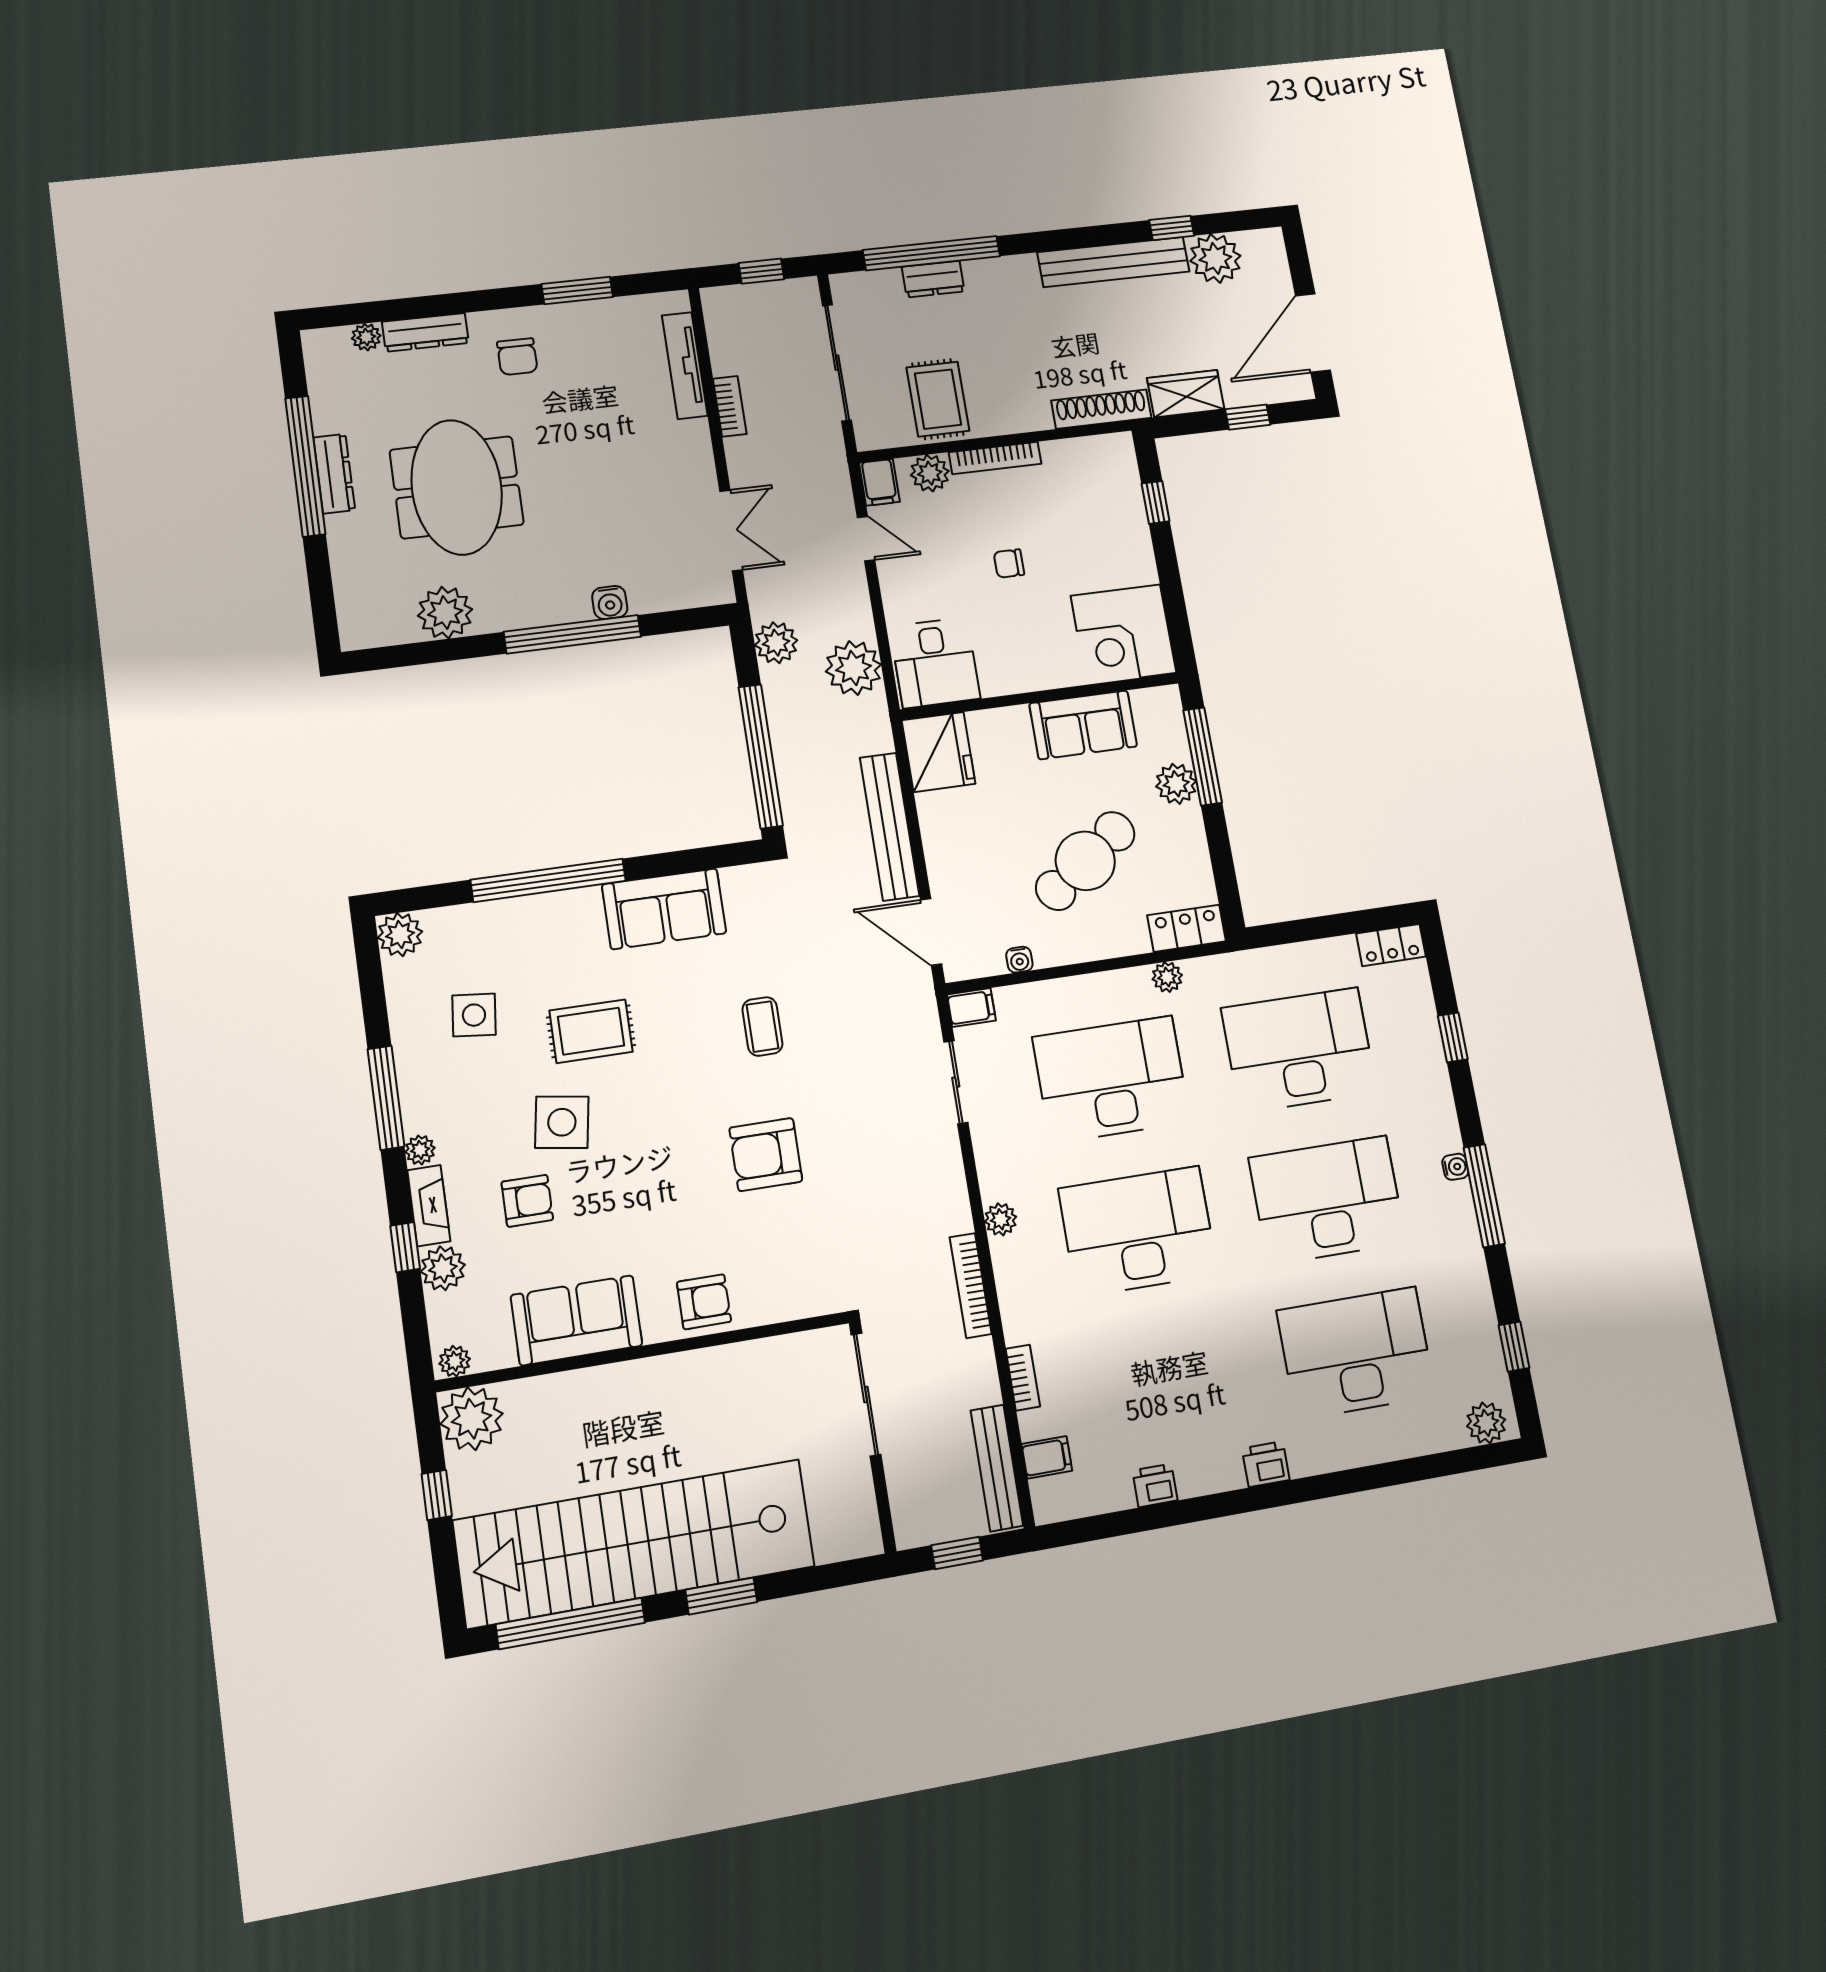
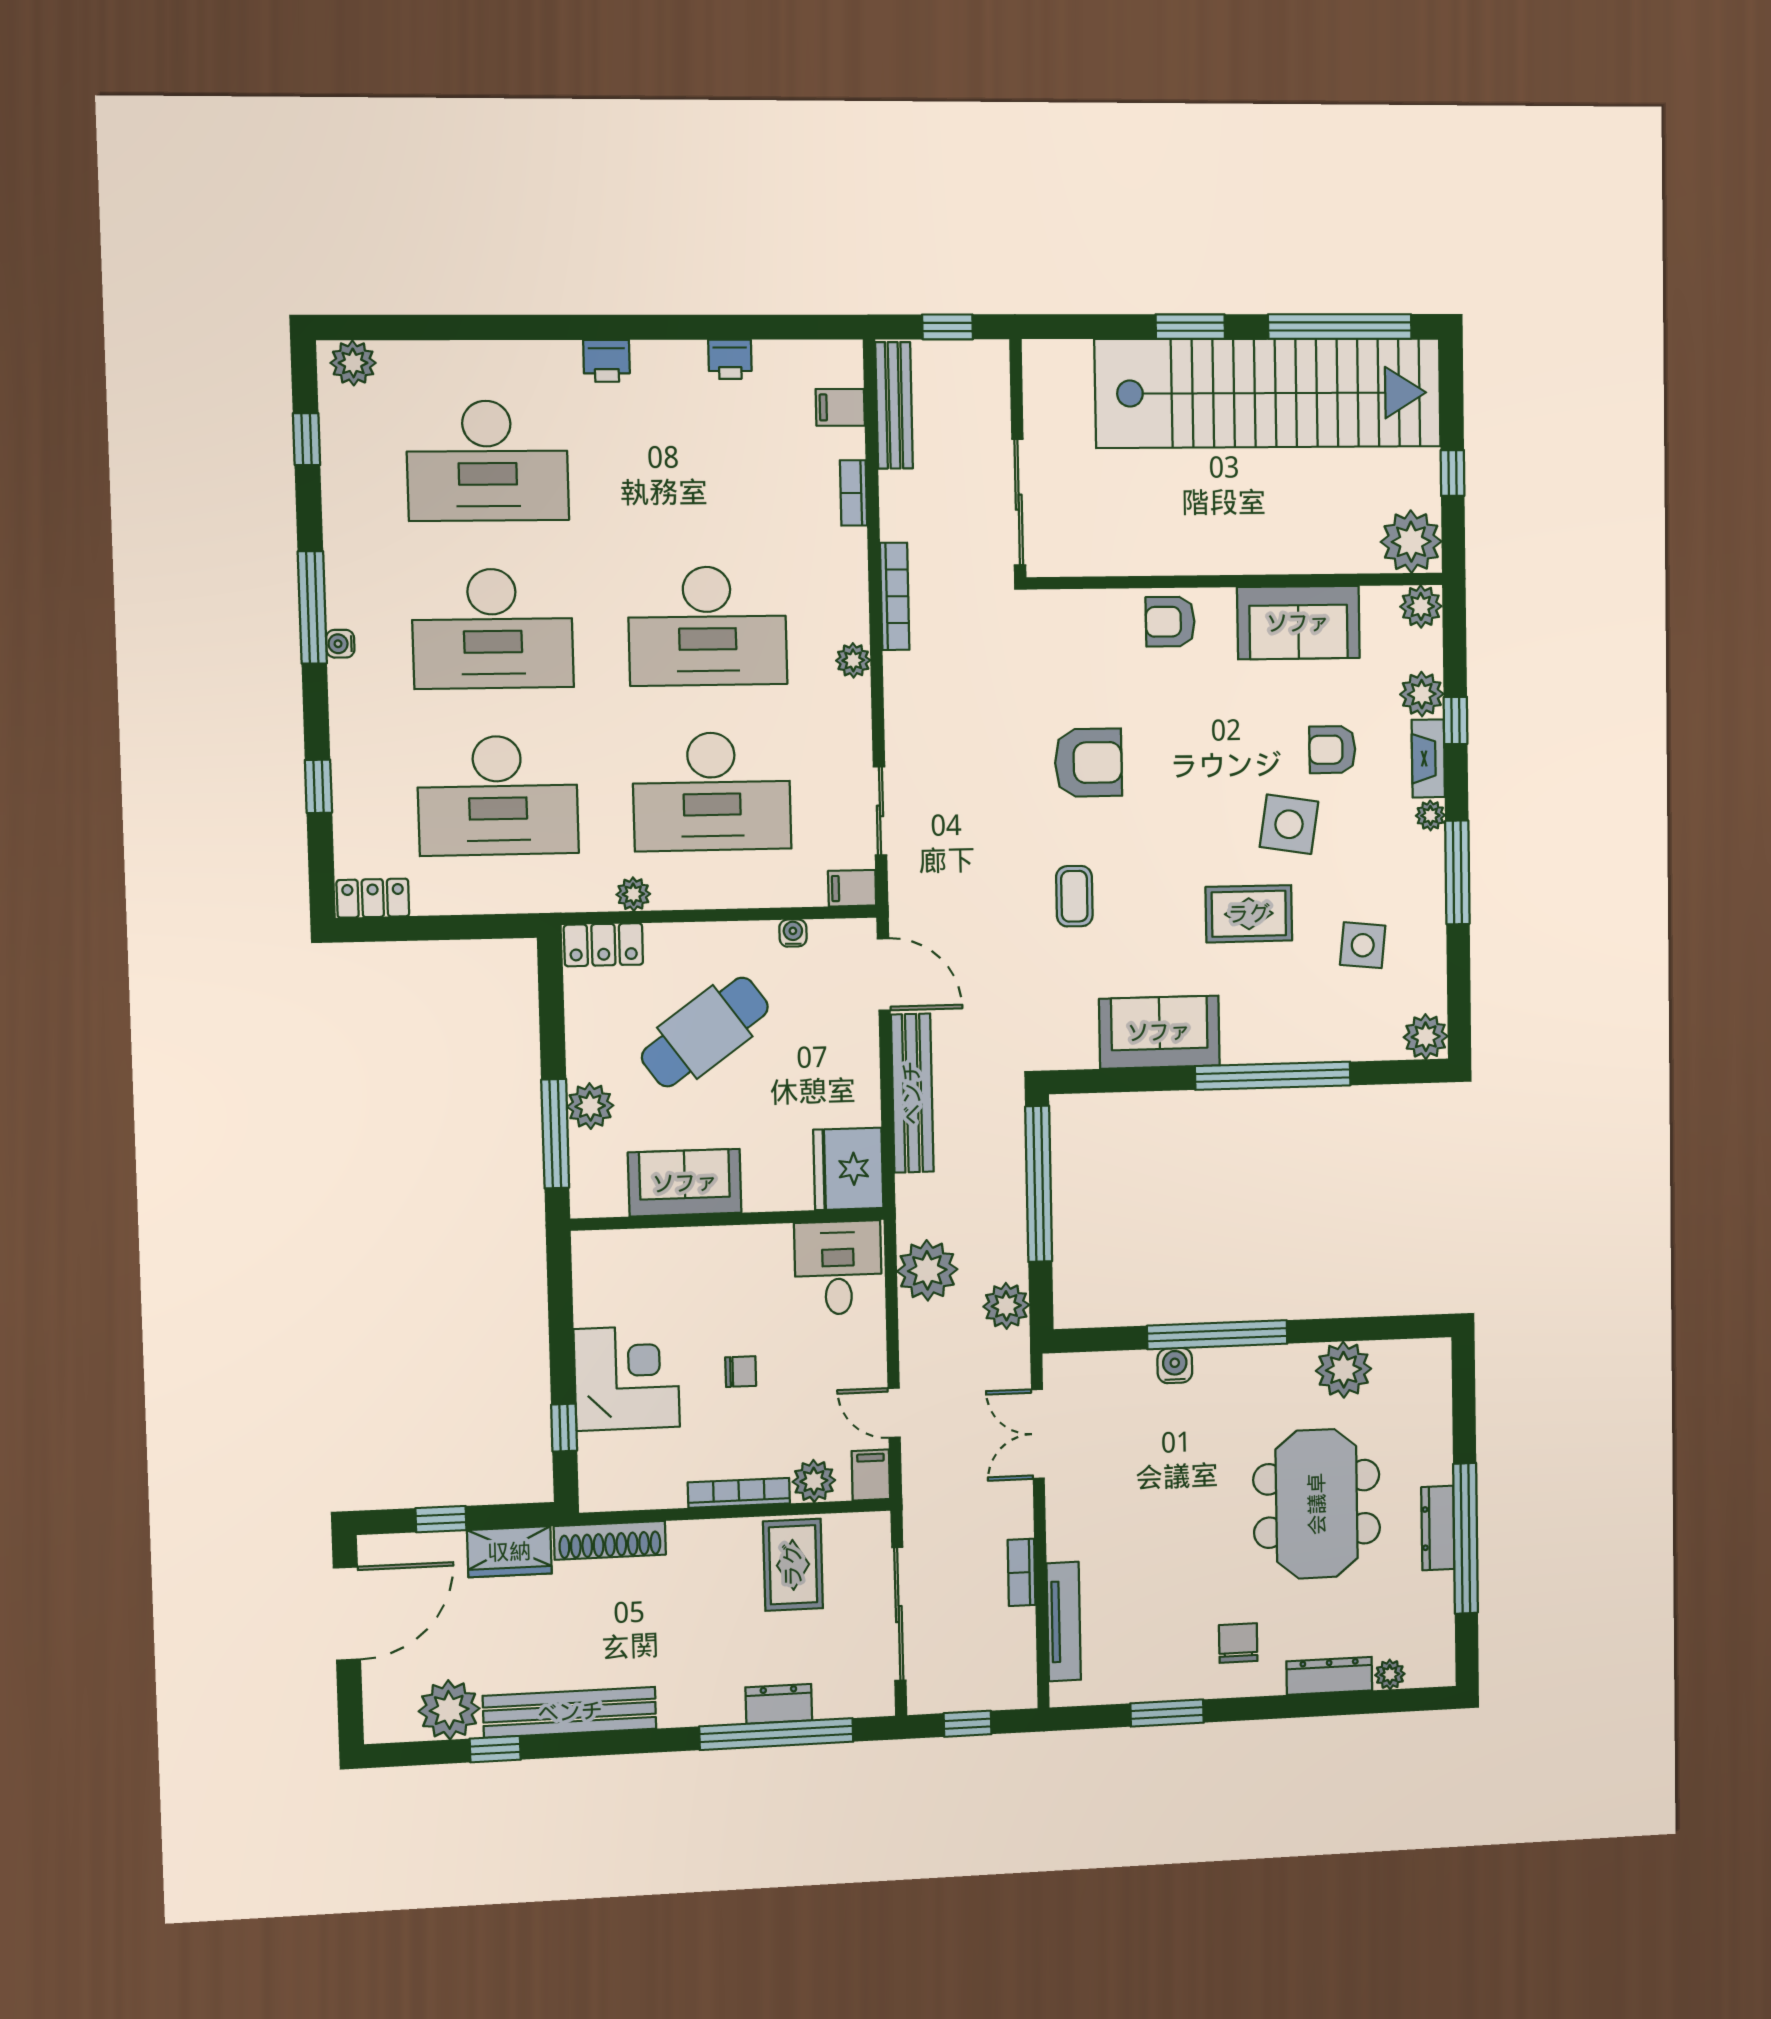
corner desk: (1123, 634) -> (627, 1378), moved
plant: (455, 1361) -> (1421, 606), width x1.38, depth x1.38

